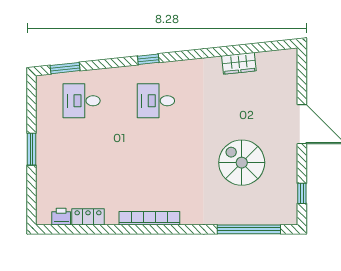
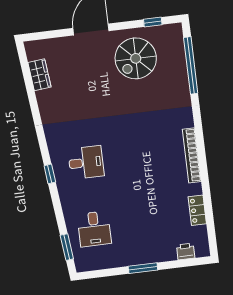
wardrobe: (239, 63) -> (39, 75), moved
desk: (156, 101) -> (86, 162), turned -90
spiral stairs: (242, 163) -> (136, 58), moved
printer: (61, 217) -> (186, 252), moved, turned 90

